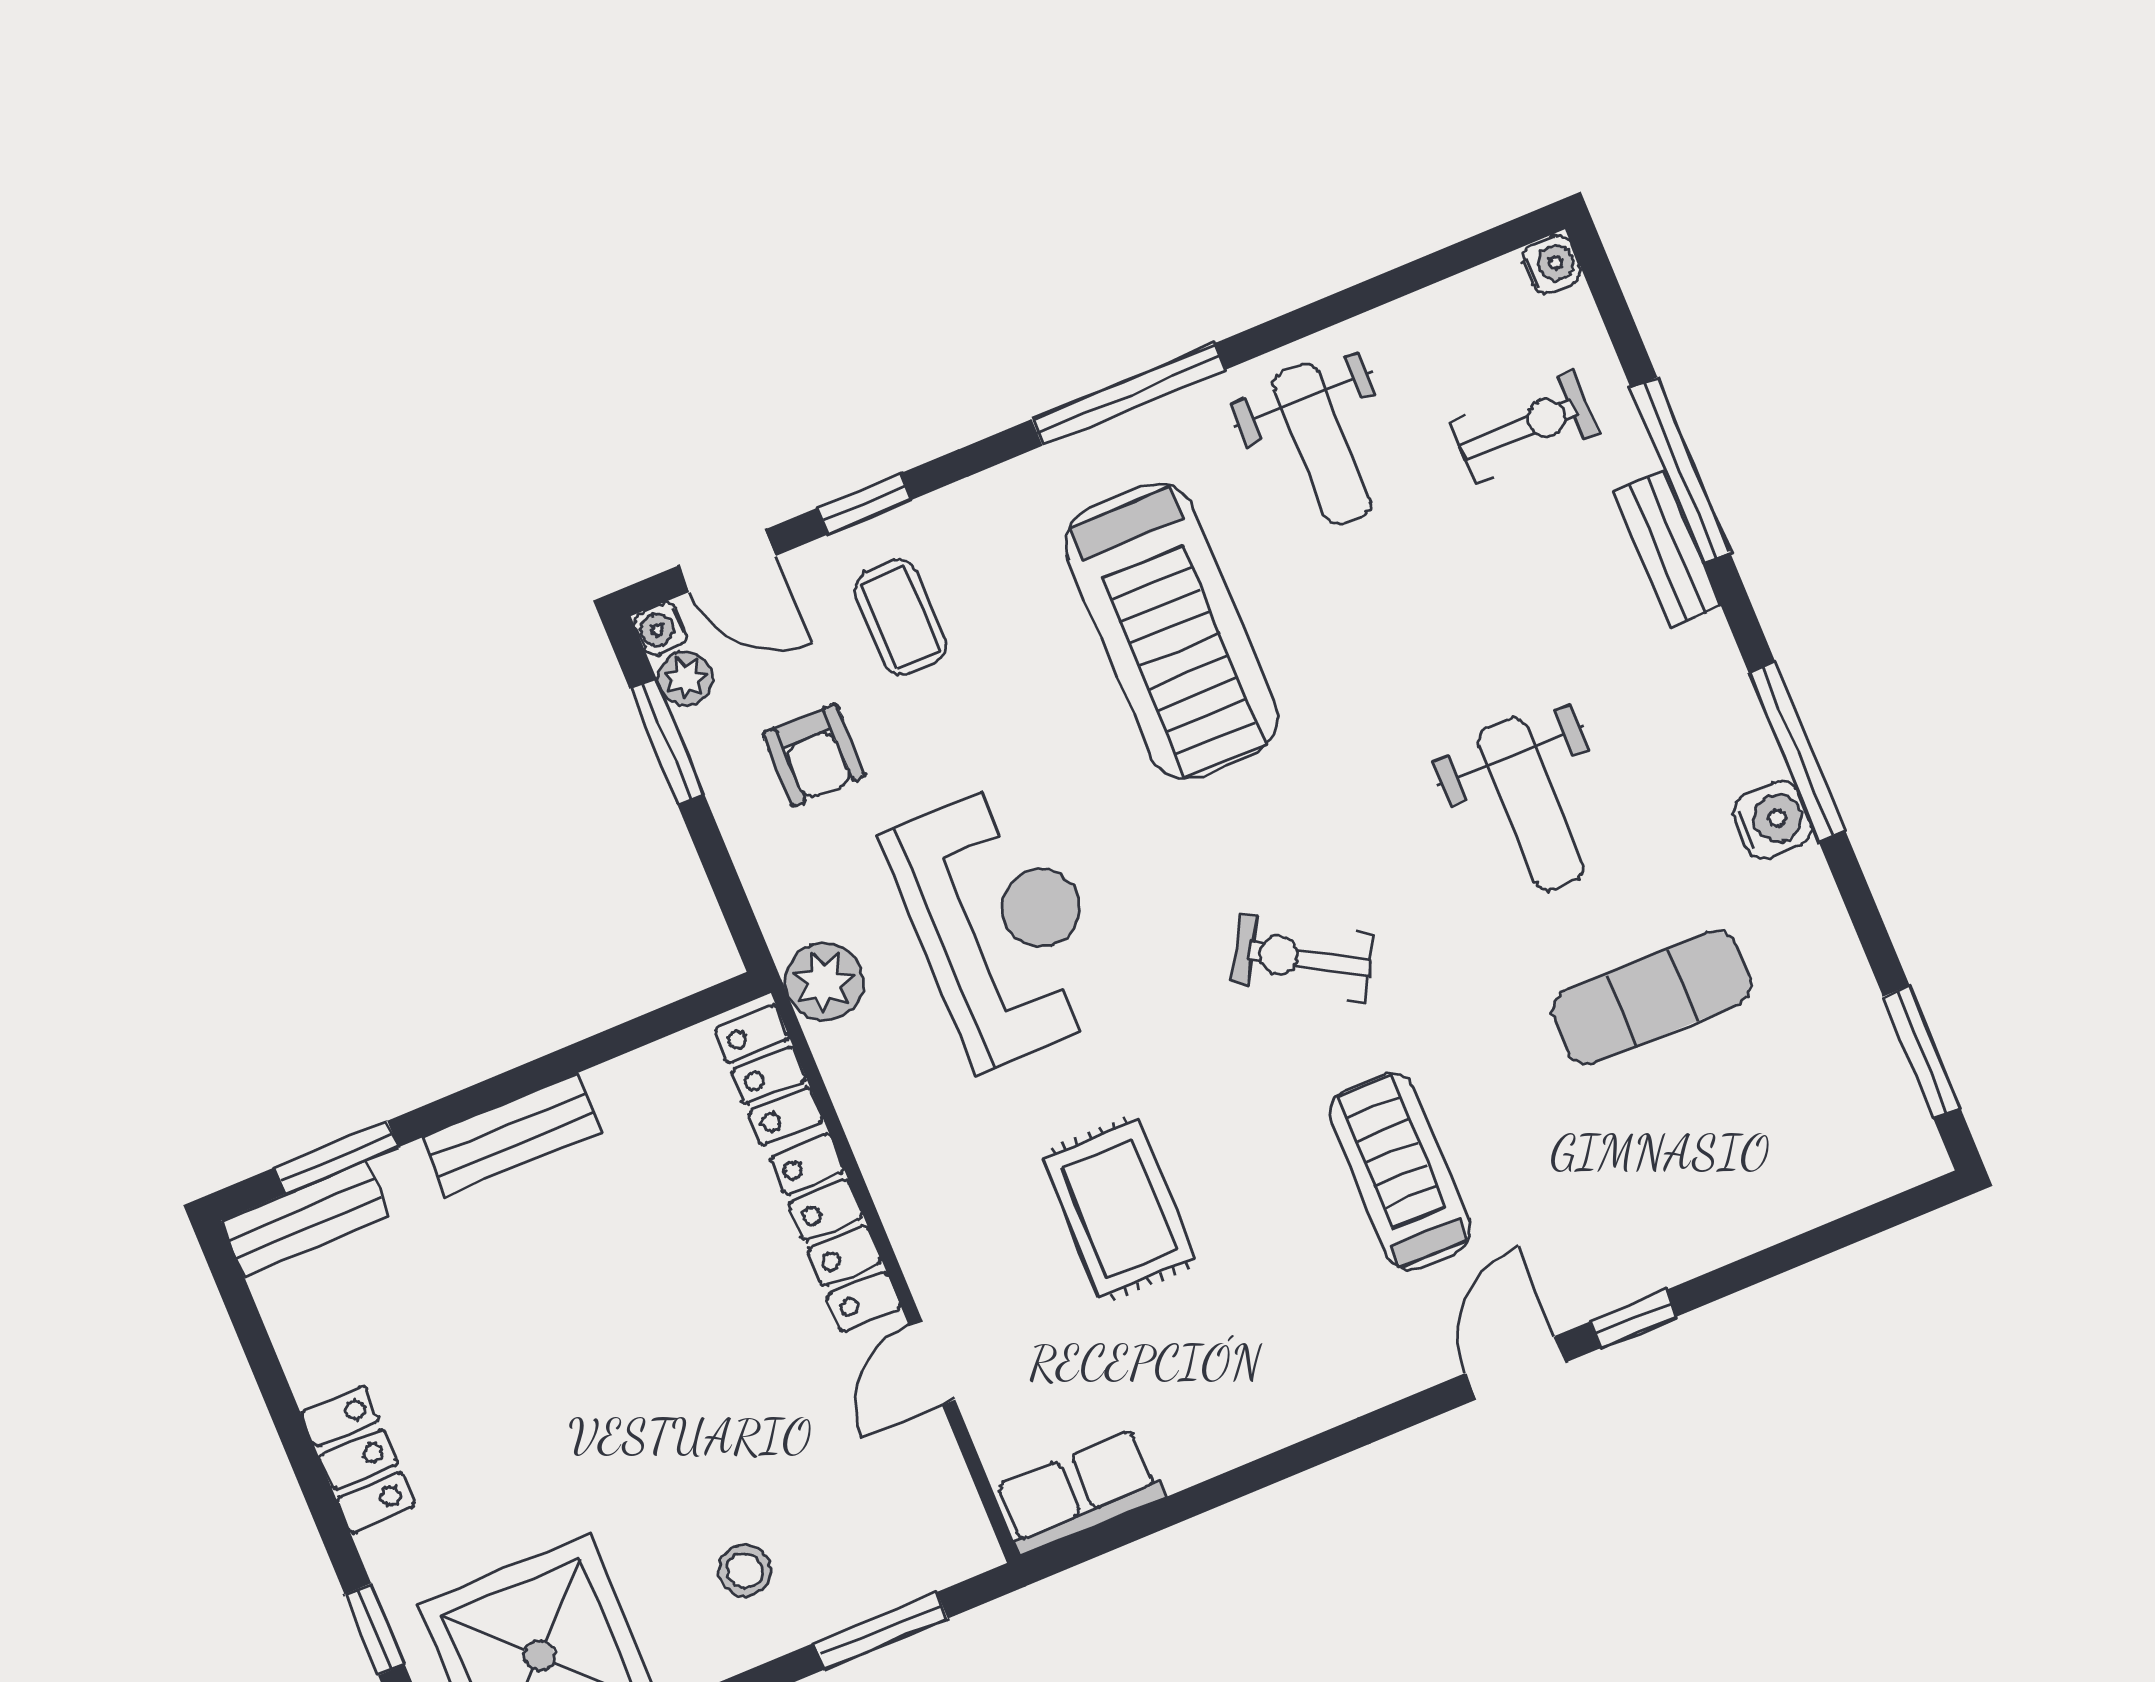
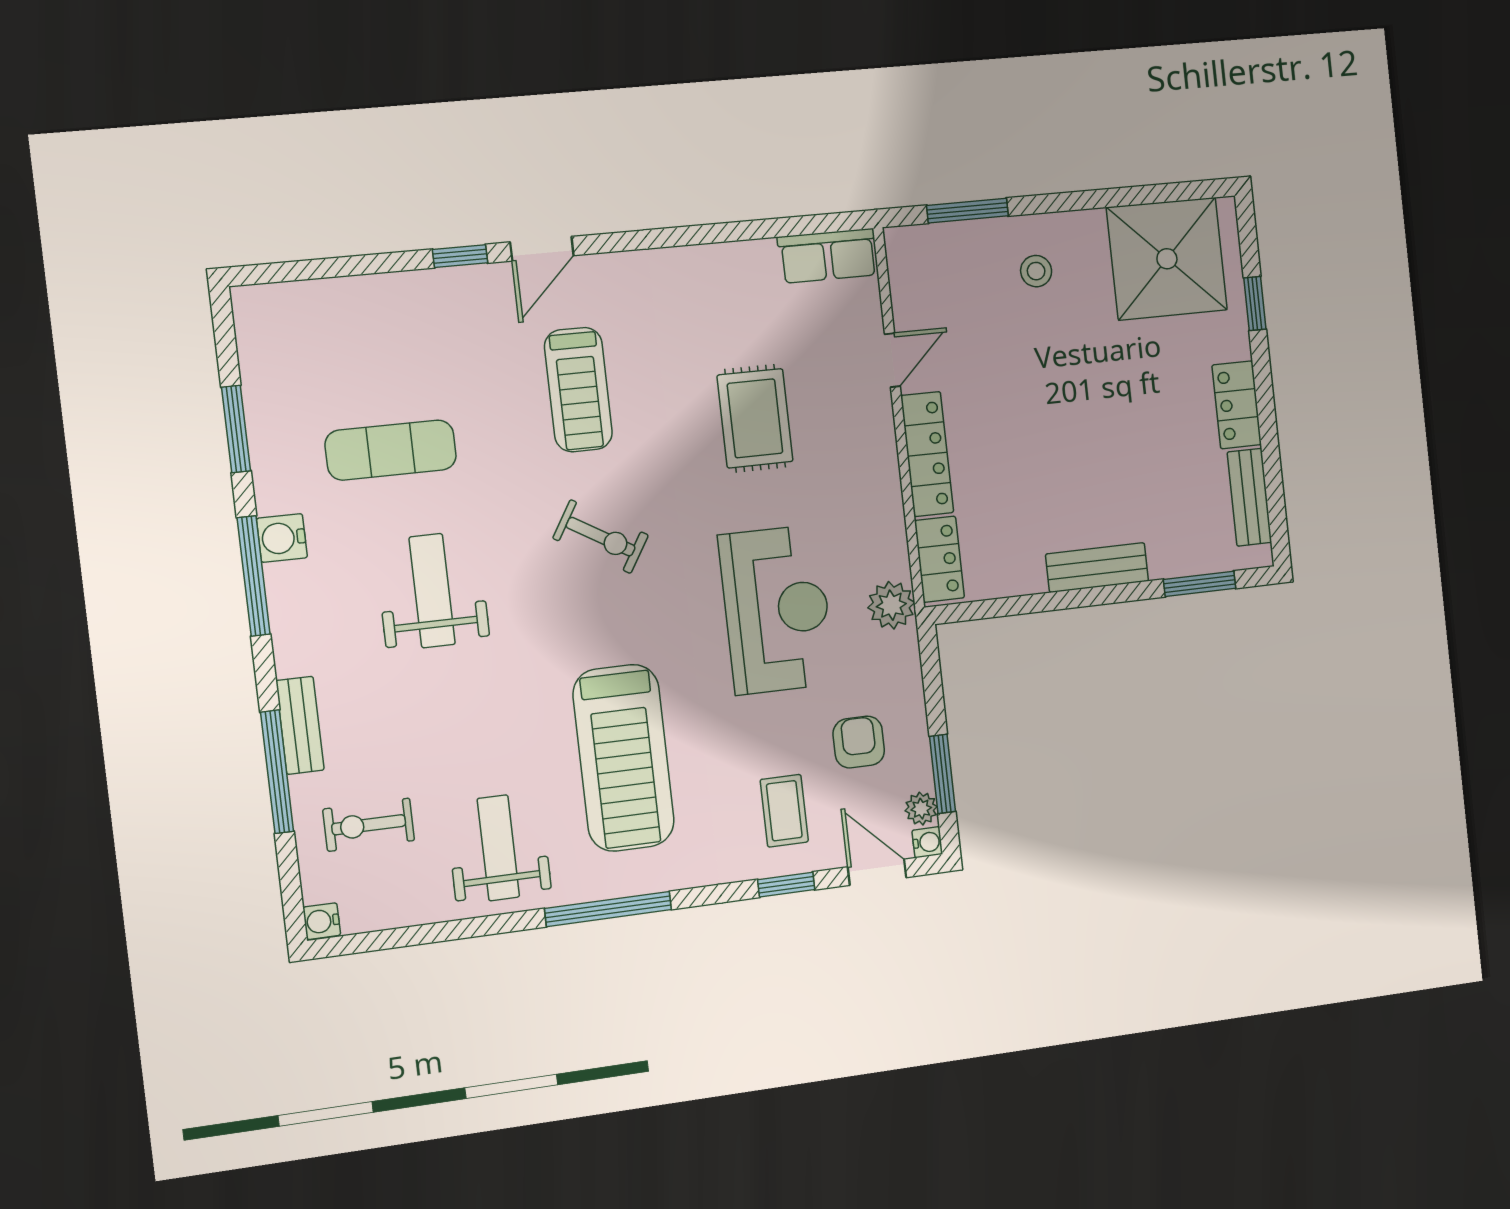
treadmill: (1171, 631) -> (624, 758), turned 180
reception desk: (1001, 924) -> (777, 610), turned 180
window: (1922, 1052) -> (236, 429), moved
bench: (305, 1218) -> (1249, 497), moved, turned 90

